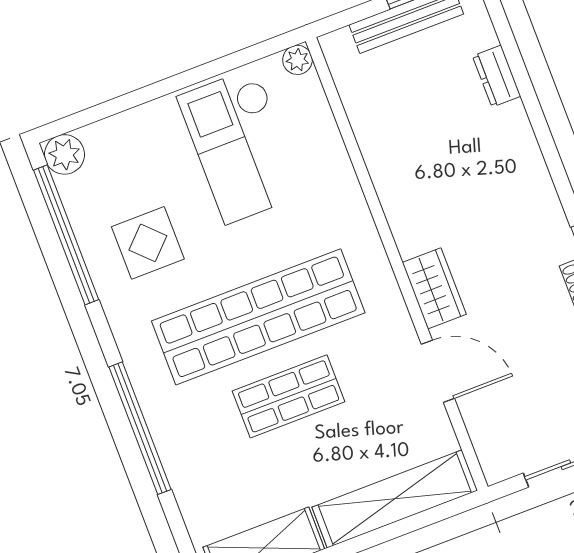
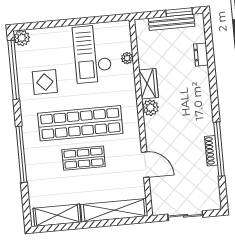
plant: (297, 60) -> (127, 58), moved
plant: (413, 234) -> (150, 108), added
wardrobe: (434, 288) -> (149, 84), moved

